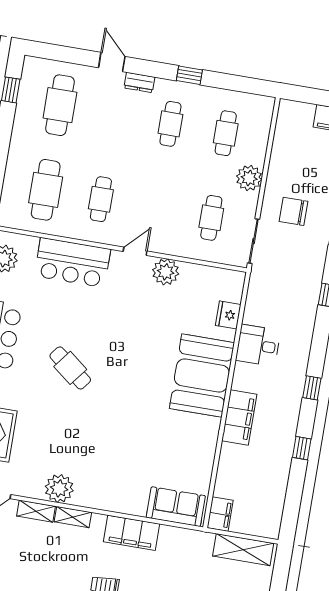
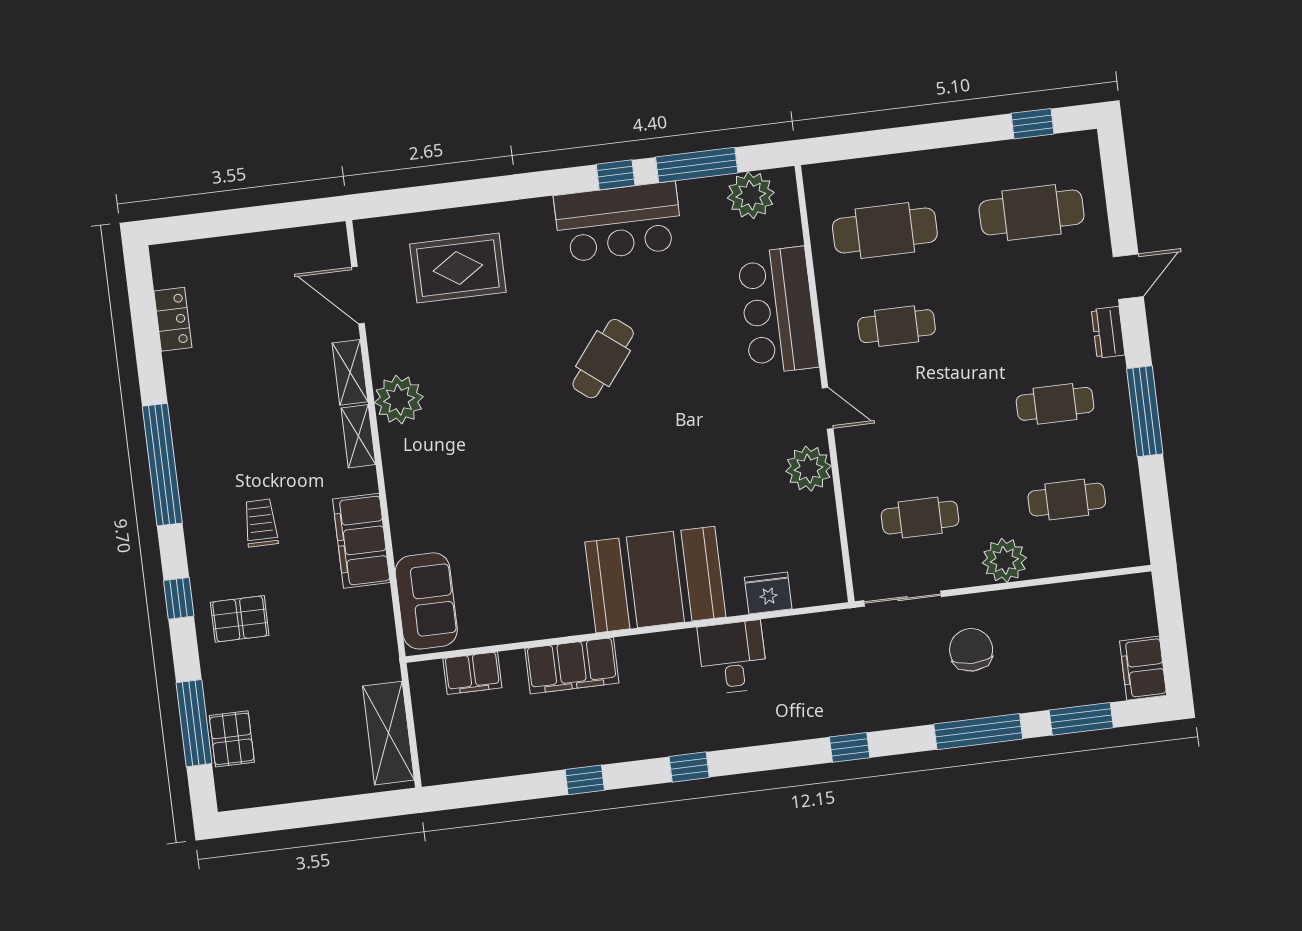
window: (189, 75) -> (1145, 411), width x2.17
filing cabinet: (239, 418) -> (572, 666), moved
filing cabinet: (220, 514) -> (472, 673), moved

